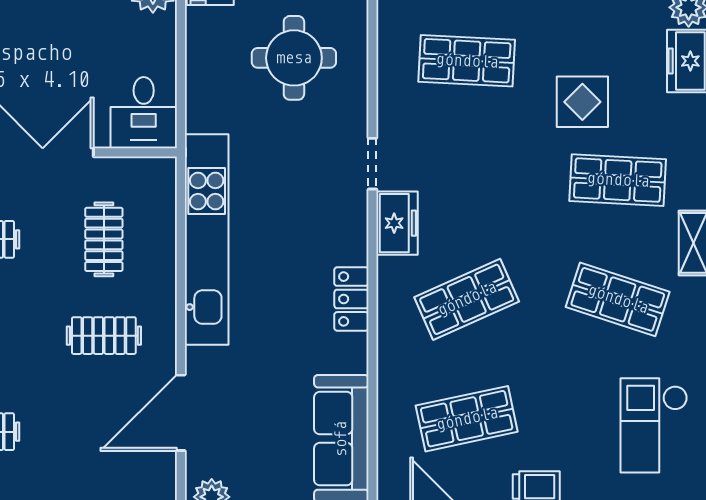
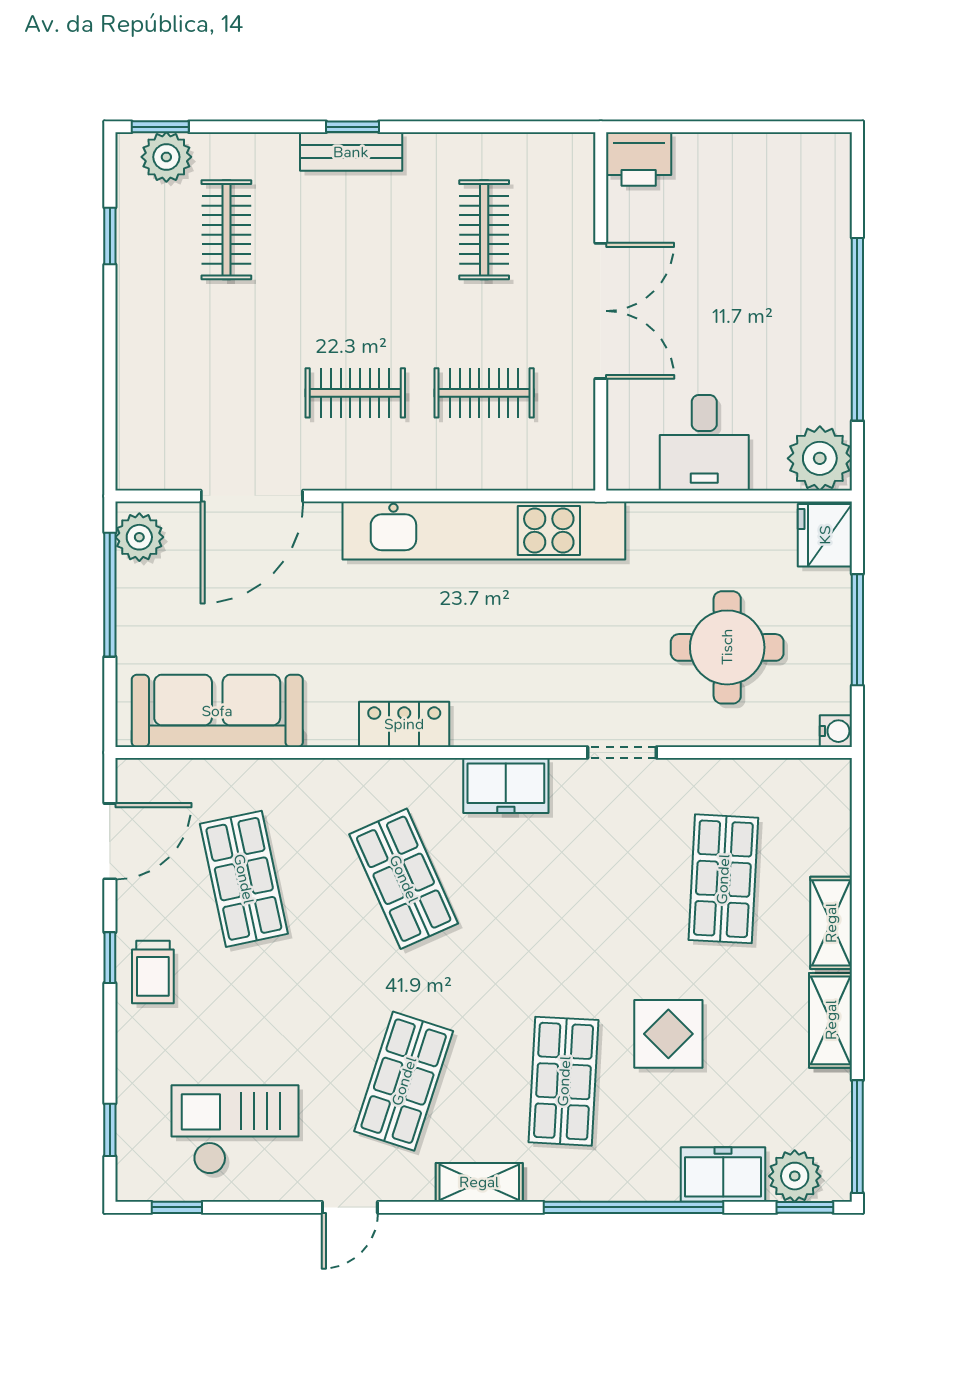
desk: (144, 113) -> (704, 443), moved, turned -90
doorway: (372, 164) -> (622, 753), moved
clothes rail: (104, 336) -> (355, 393), turned 90
door: (181, 413) -> (252, 496), swing flipped

